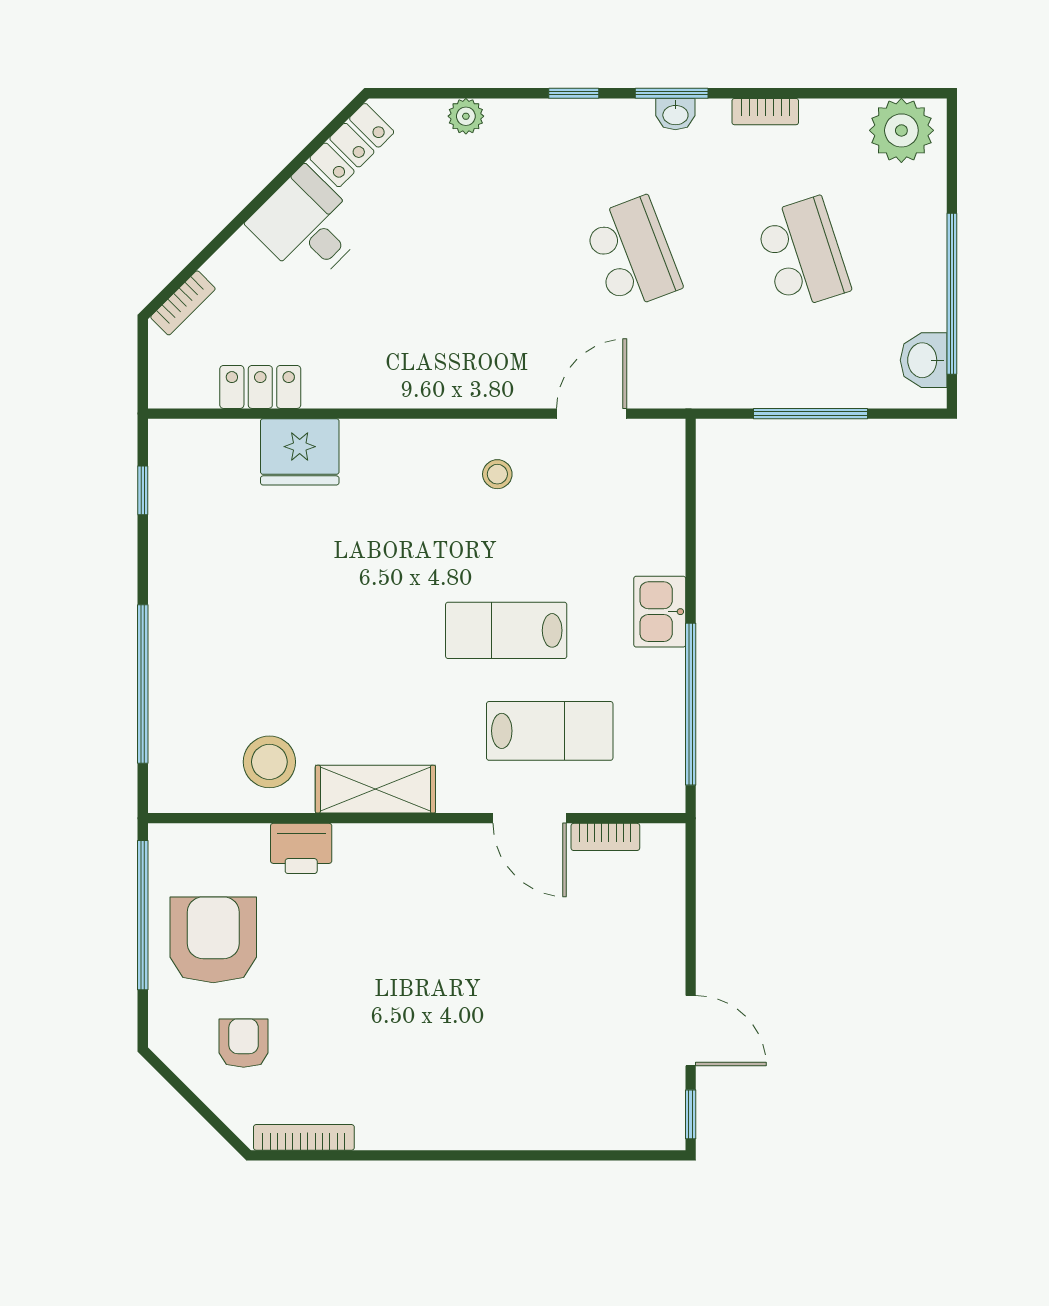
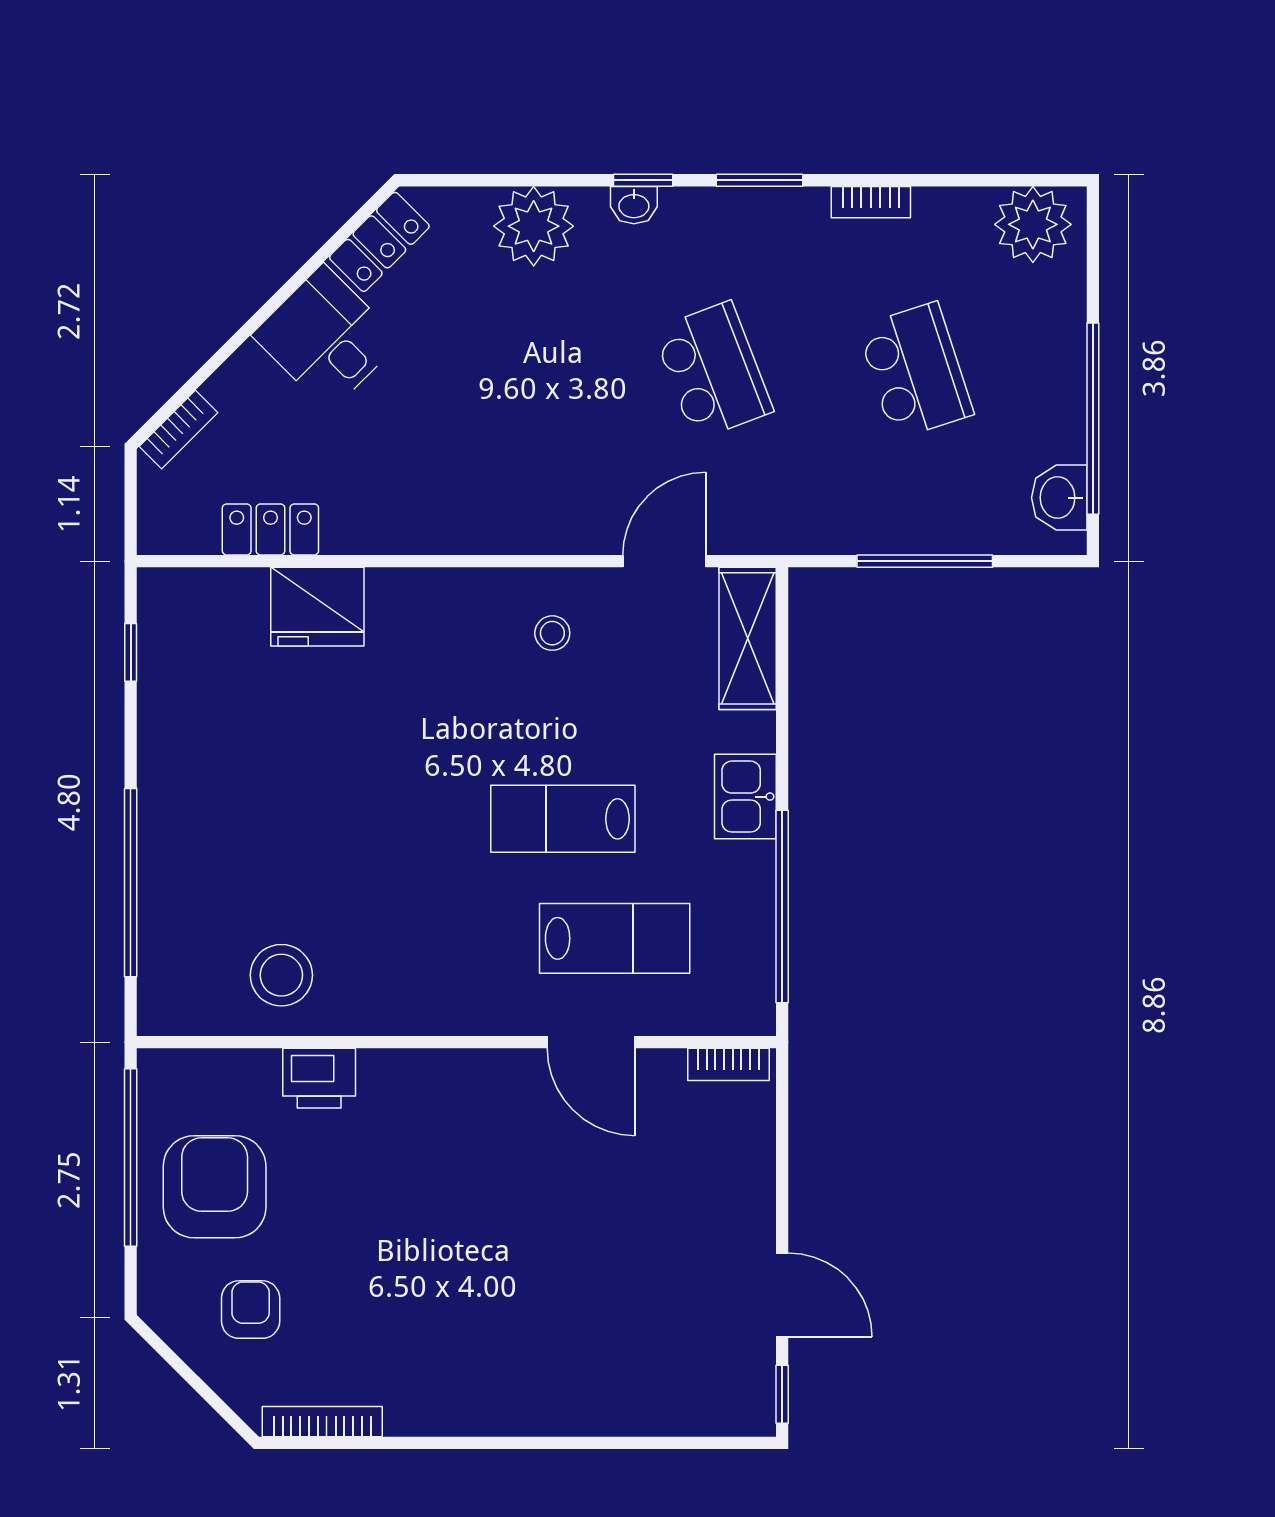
washbasin: (675, 114) -> (634, 205), moved
plant: (466, 116) -> (534, 226), width x1.88, depth x1.88
shelving: (375, 789) -> (748, 638), moved, turned 90
bookcase: (605, 837) -> (728, 1064), moved

